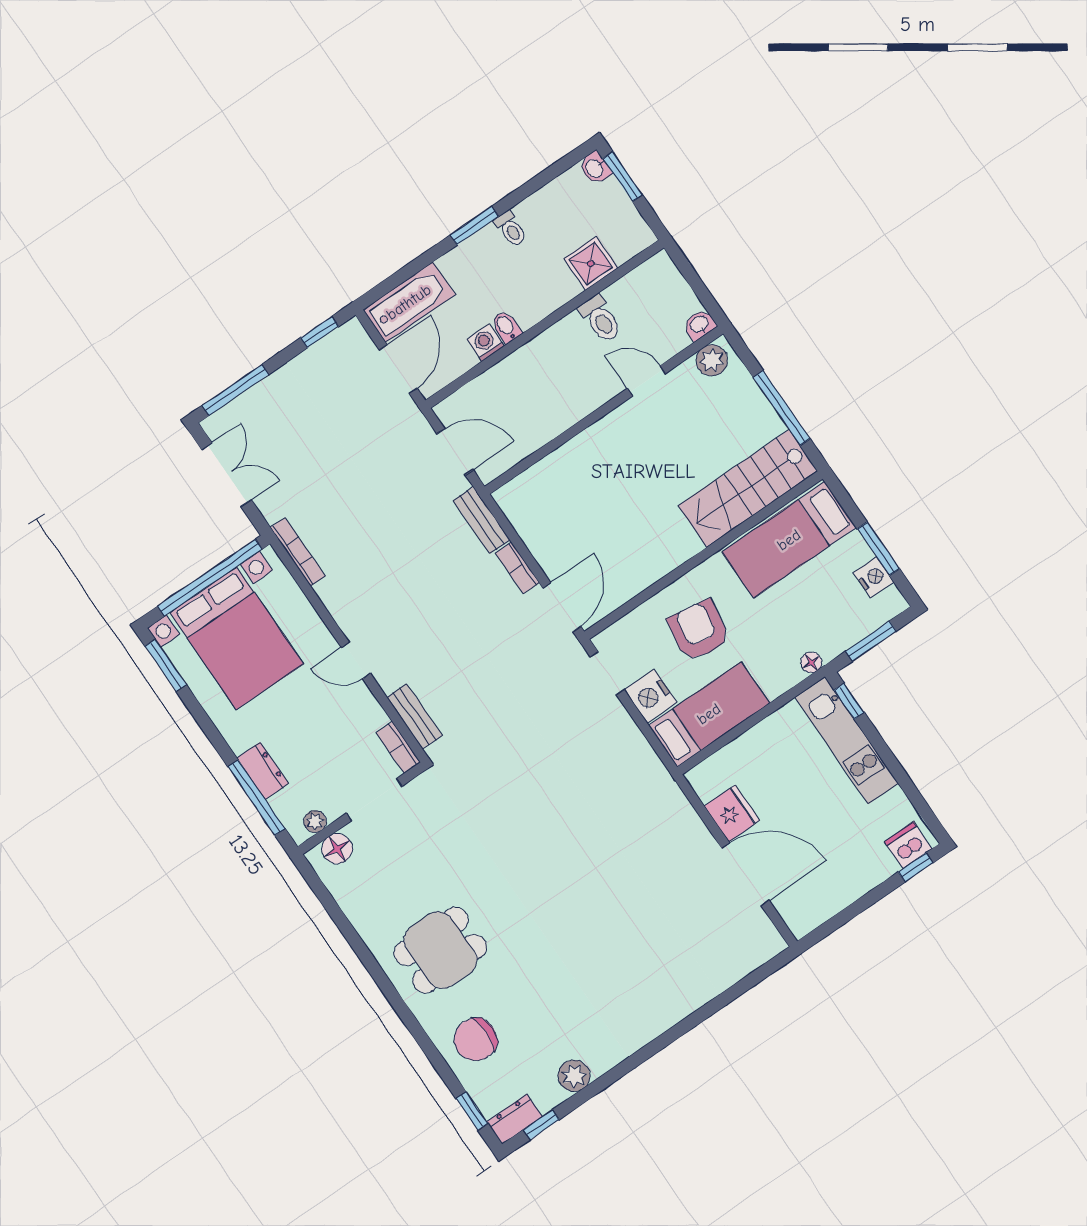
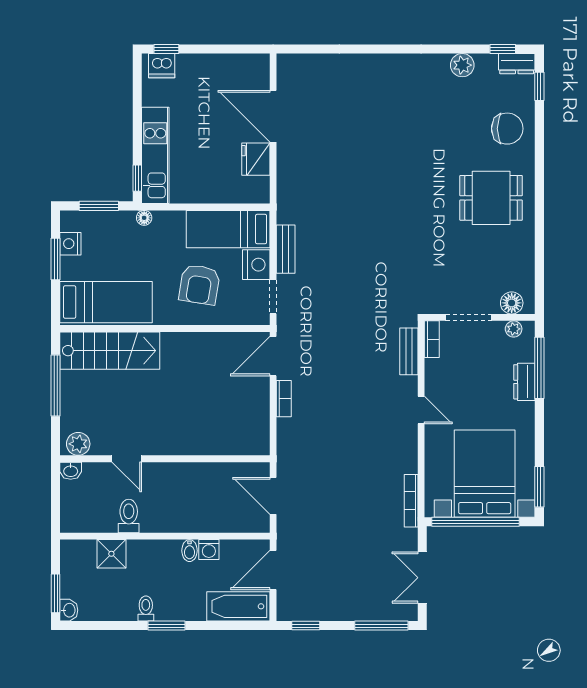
bench: (482, 520) -> (286, 249), moved

